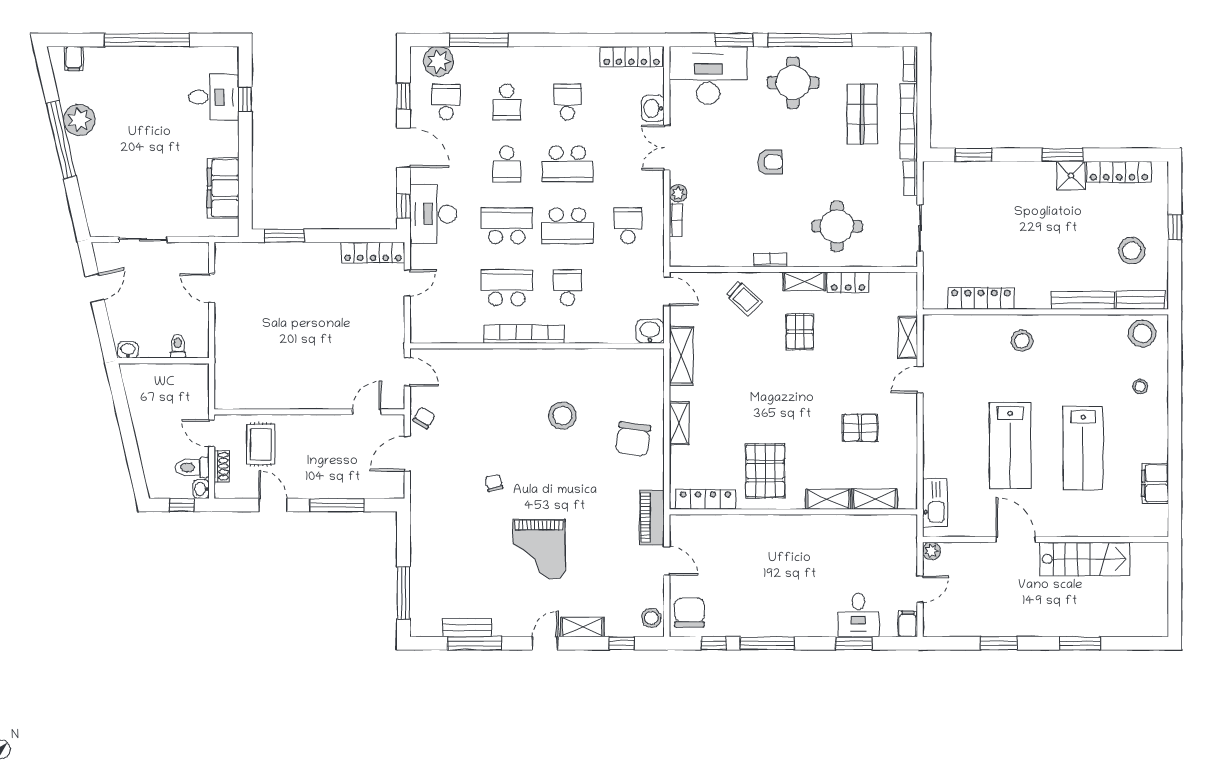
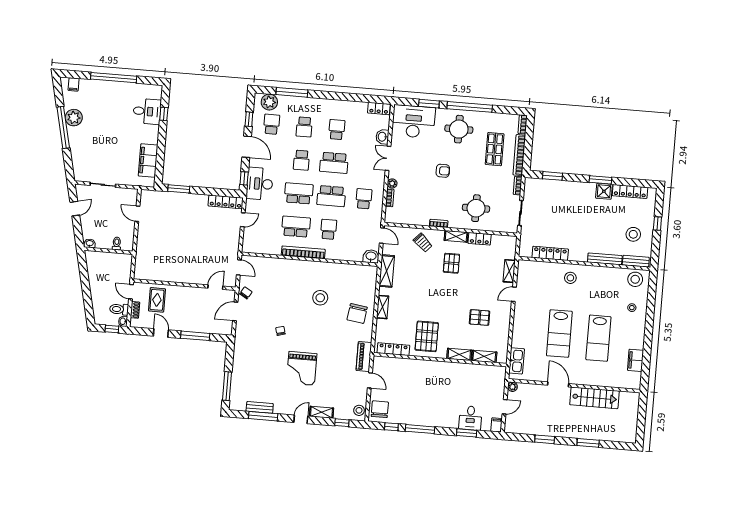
locker: (631, 57) -> (379, 109), width x0.66

